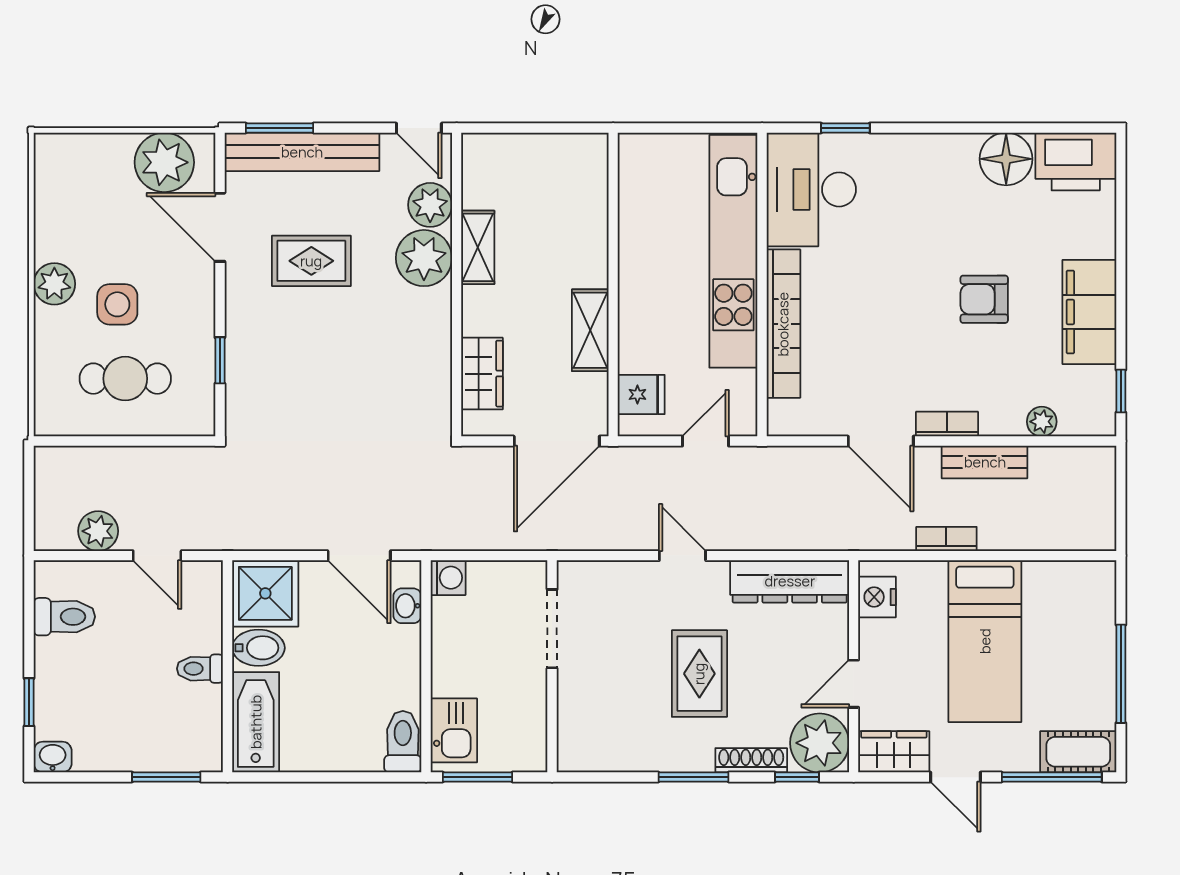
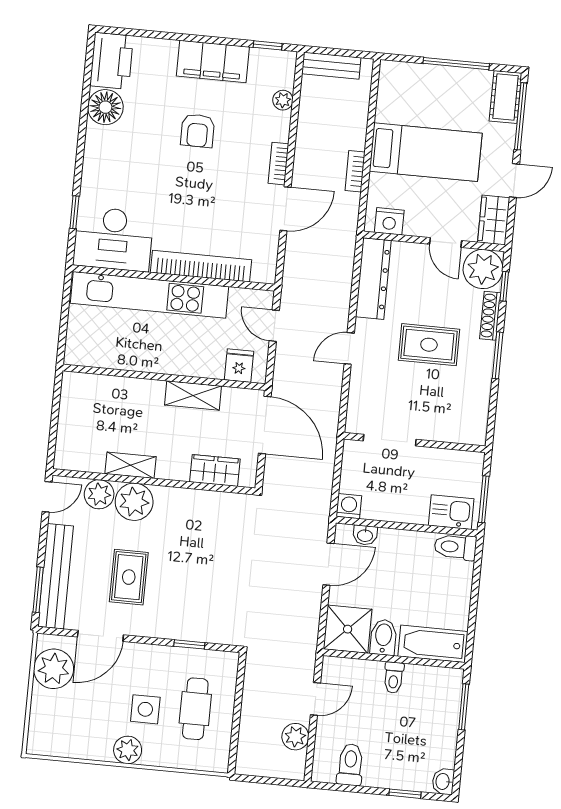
bench: (985, 462) -> (331, 66), moved, turned 90

